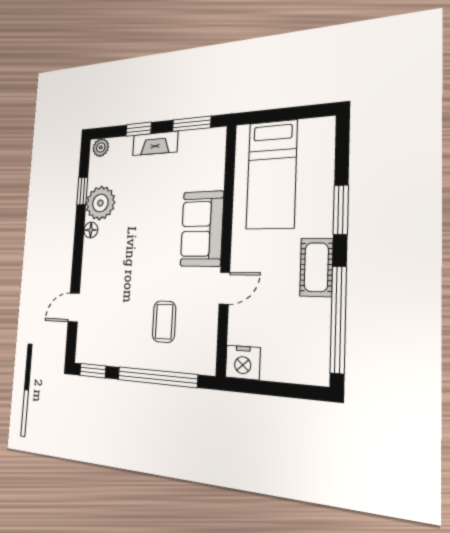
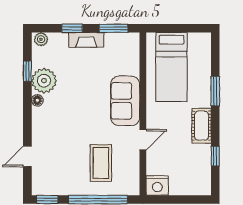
window: (338, 319) -> (215, 156), width x0.32
coffee table: (164, 322) -> (101, 163), width x1.36, depth x1.30

